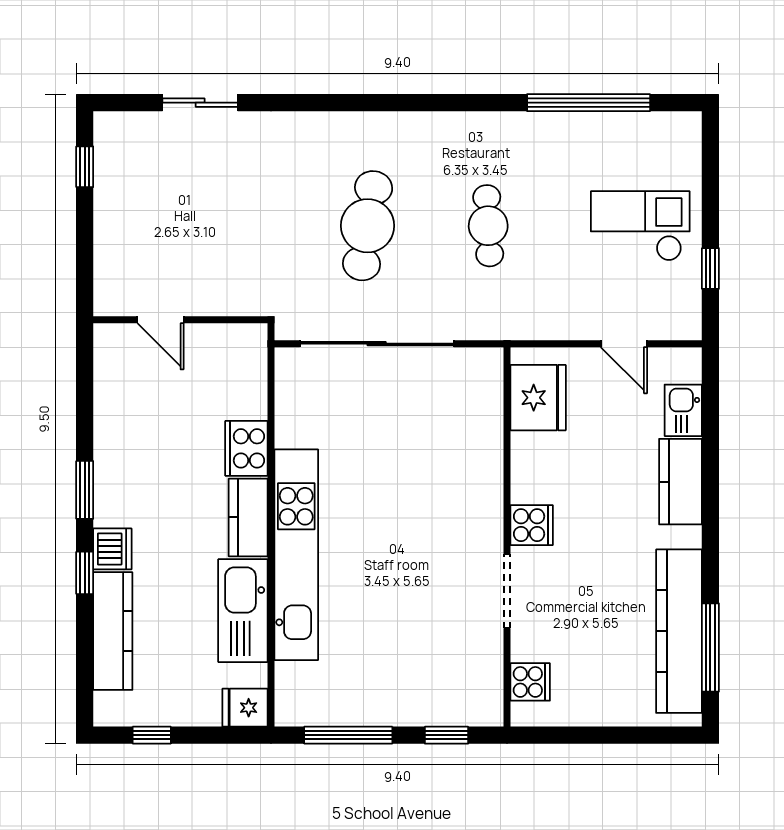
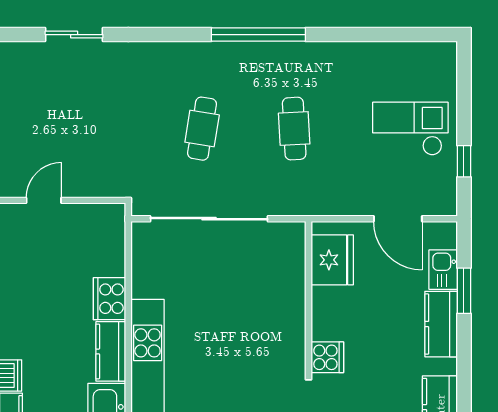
window: (589, 103) -> (258, 35), moved
cafe table: (368, 226) -> (202, 129), width x0.73, depth x0.74
door: (160, 320) -> (44, 200), swing flipped
door: (624, 344) -> (398, 219), width x1.38
window: (710, 438) -> (464, 291), added

